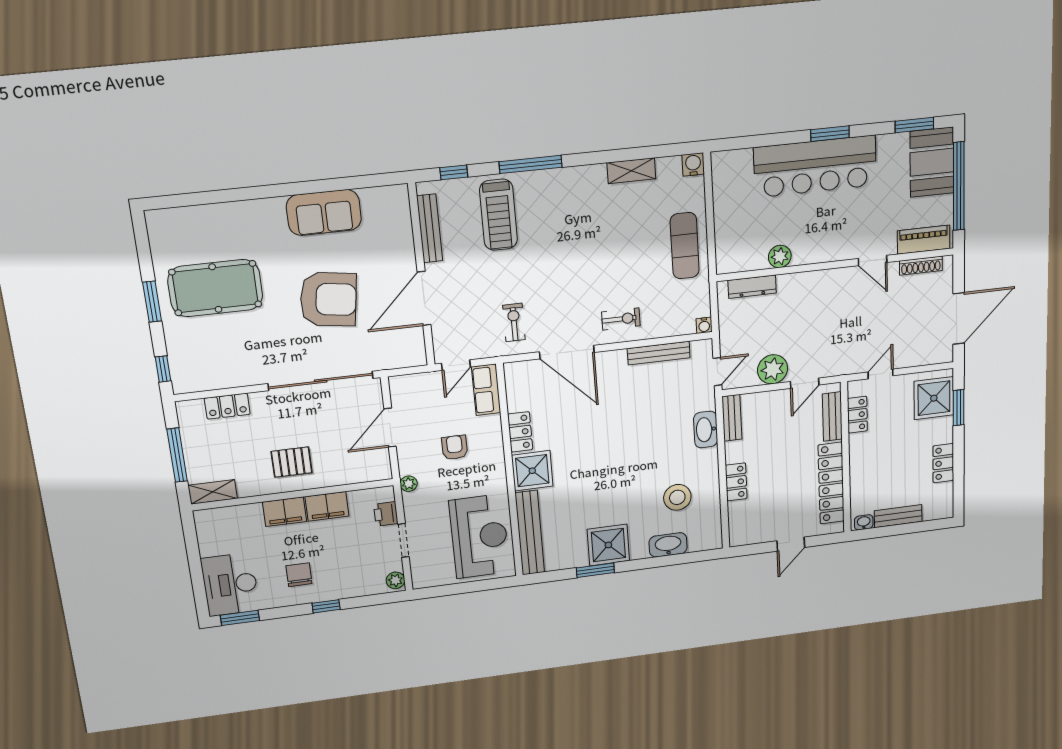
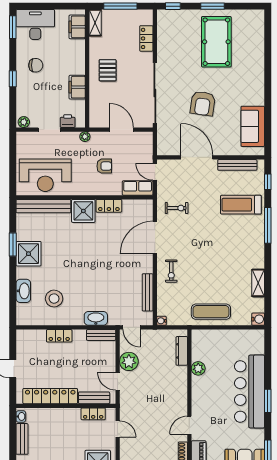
sofa: (324, 213) -> (253, 126), moved
armchair: (328, 299) -> (203, 103), width x0.73, depth x0.73
filing cabinet: (285, 512) -> (77, 27), moved

